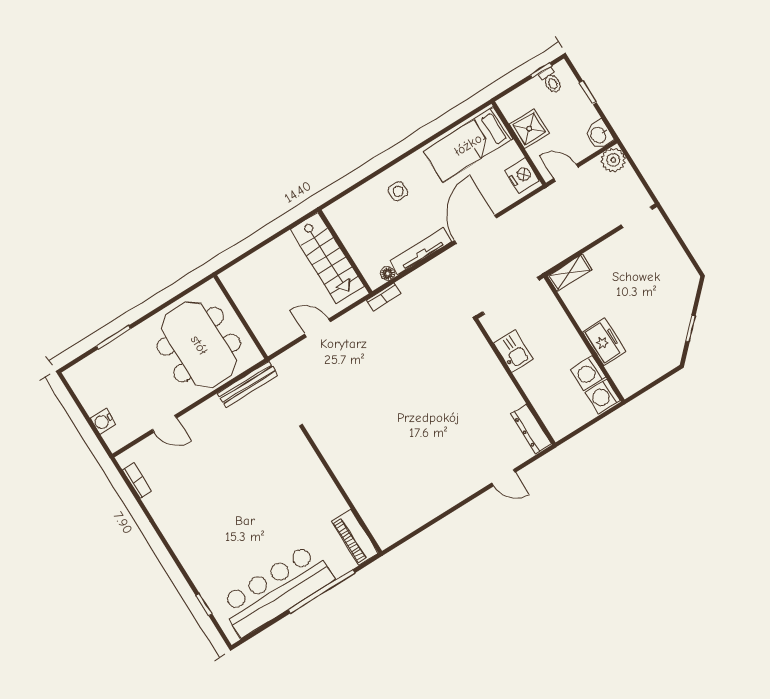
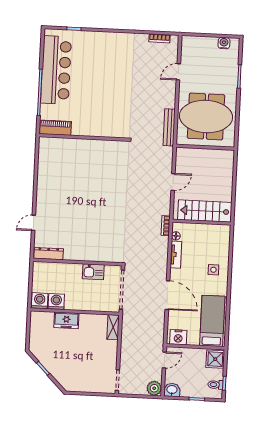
shower: (529, 129) -> (215, 359), moved
tv unit: (421, 251) -> (176, 255), width x0.71
water cooler: (103, 421) -> (224, 43), moved

